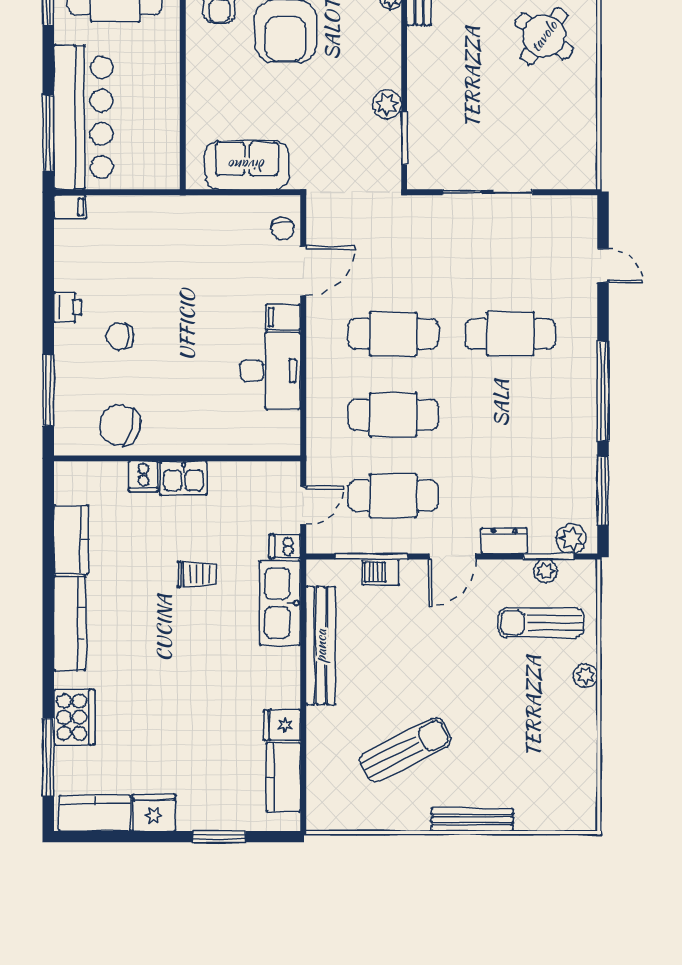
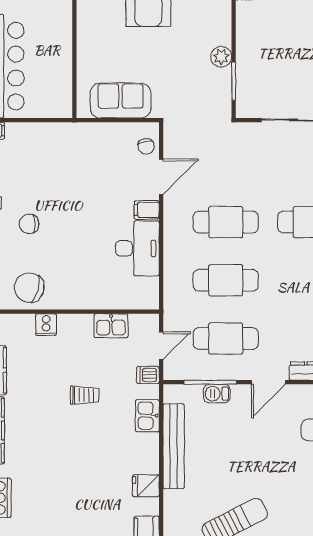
kitchen sink: (183, 478) -> (111, 326), moved
kitchen sink: (280, 603) -> (147, 416), width x0.53, depth x0.81
fridge: (282, 725) -> (146, 486), moved

